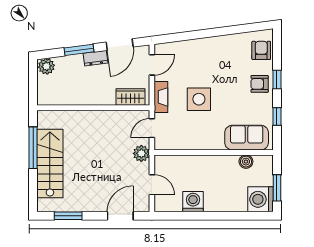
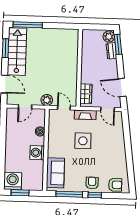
window: (79, 50) -> (118, 44), moved
dresser: (96, 58) -> (111, 51), moved
window: (277, 117) -> (69, 194), width x2.17
window: (33, 148) -> (28, 25), moved
boiler: (246, 162) -> (40, 131), moved
stairs: (50, 164) -> (17, 52), moved, turned -90
washing machine: (193, 202) -> (37, 153), moved, turned 180

